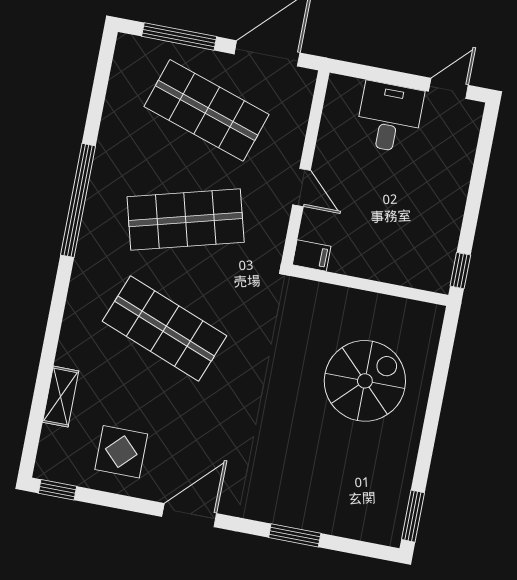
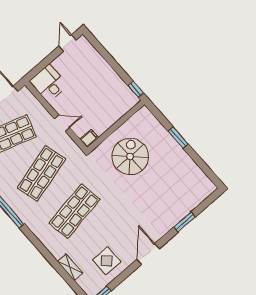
desk: (390, 117) -> (49, 83), moved
shop shelf: (165, 329) -> (75, 211), turned -30
spiral stairs: (365, 381) -> (130, 157), moved
window: (413, 516) -> (178, 138), moved

